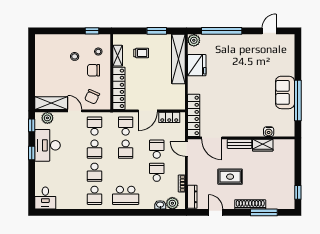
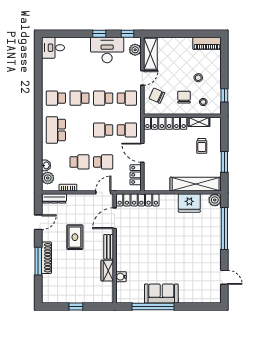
piano: (41, 48) -> (207, 43), added
window: (298, 192) -> (76, 307), moved
window: (264, 212) -> (38, 261), moved

